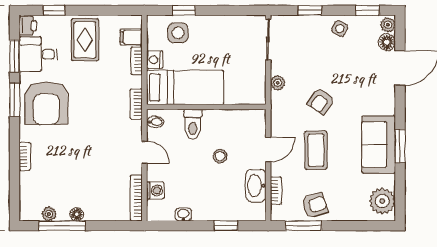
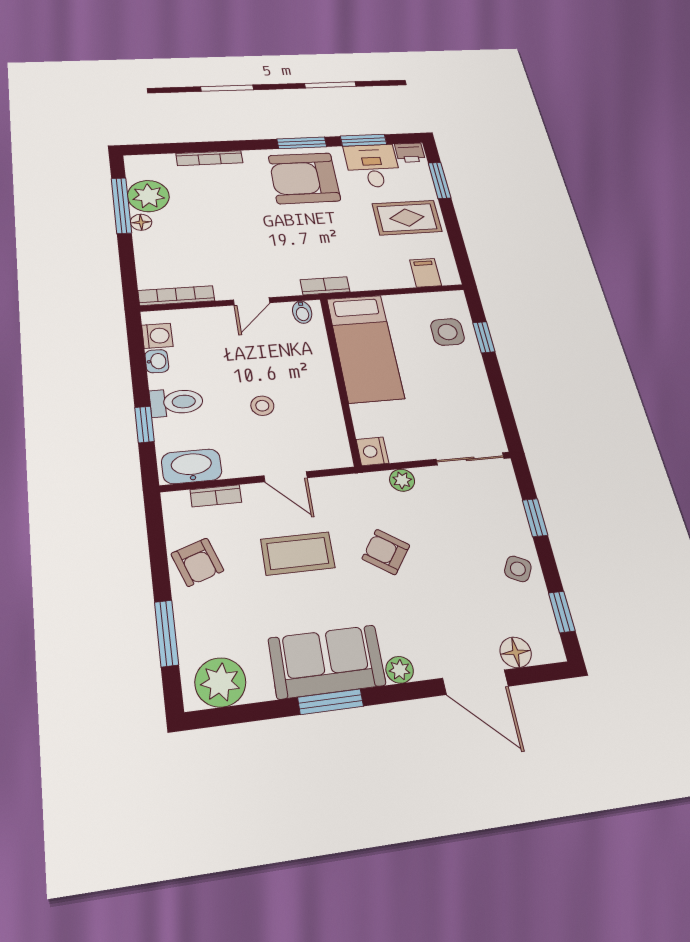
window: (54, 10) -> (439, 180), width x1.50
plant: (388, 25) -> (400, 670), moved
nightstand: (155, 60) -> (372, 451), moved, turned -90
bookcase: (137, 61) -> (391, 282), removed
toilet: (193, 124) -> (176, 402), moved, turned 180
bookcase: (25, 157) -> (209, 158), width x1.56
washbasin: (256, 186) -> (192, 466), moved
washing machine: (155, 190) -> (157, 336), moved, turned -90
plant: (49, 214) -> (148, 196), width x1.87, depth x1.87
window: (303, 226) -> (166, 633), moved

